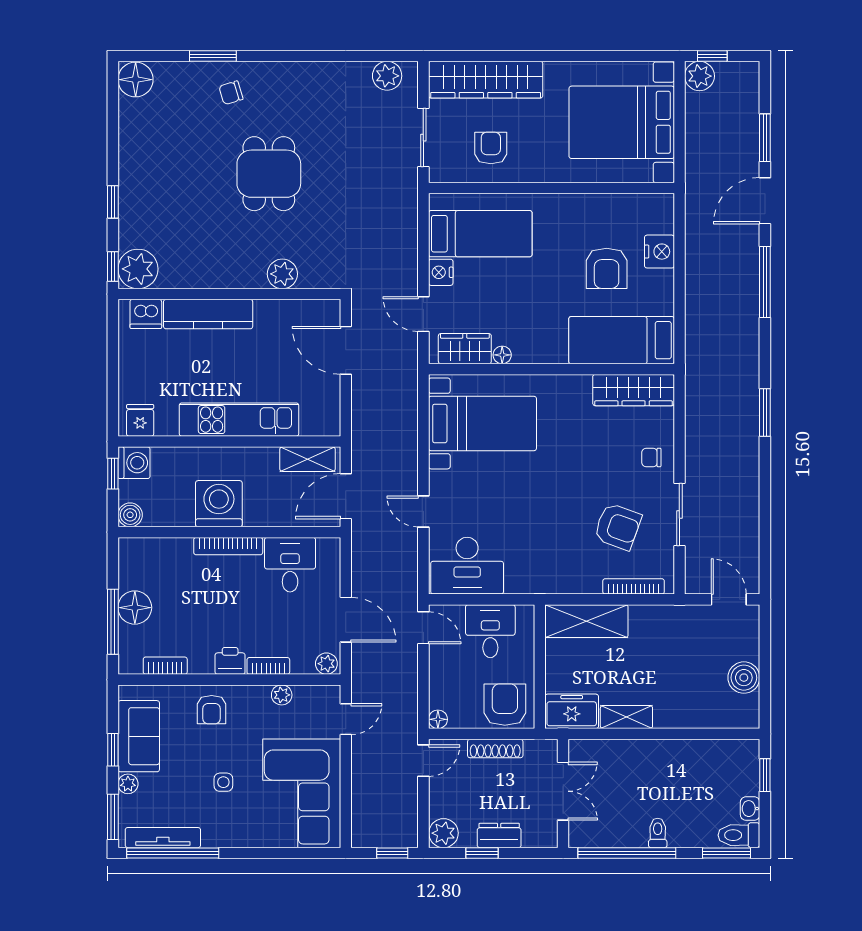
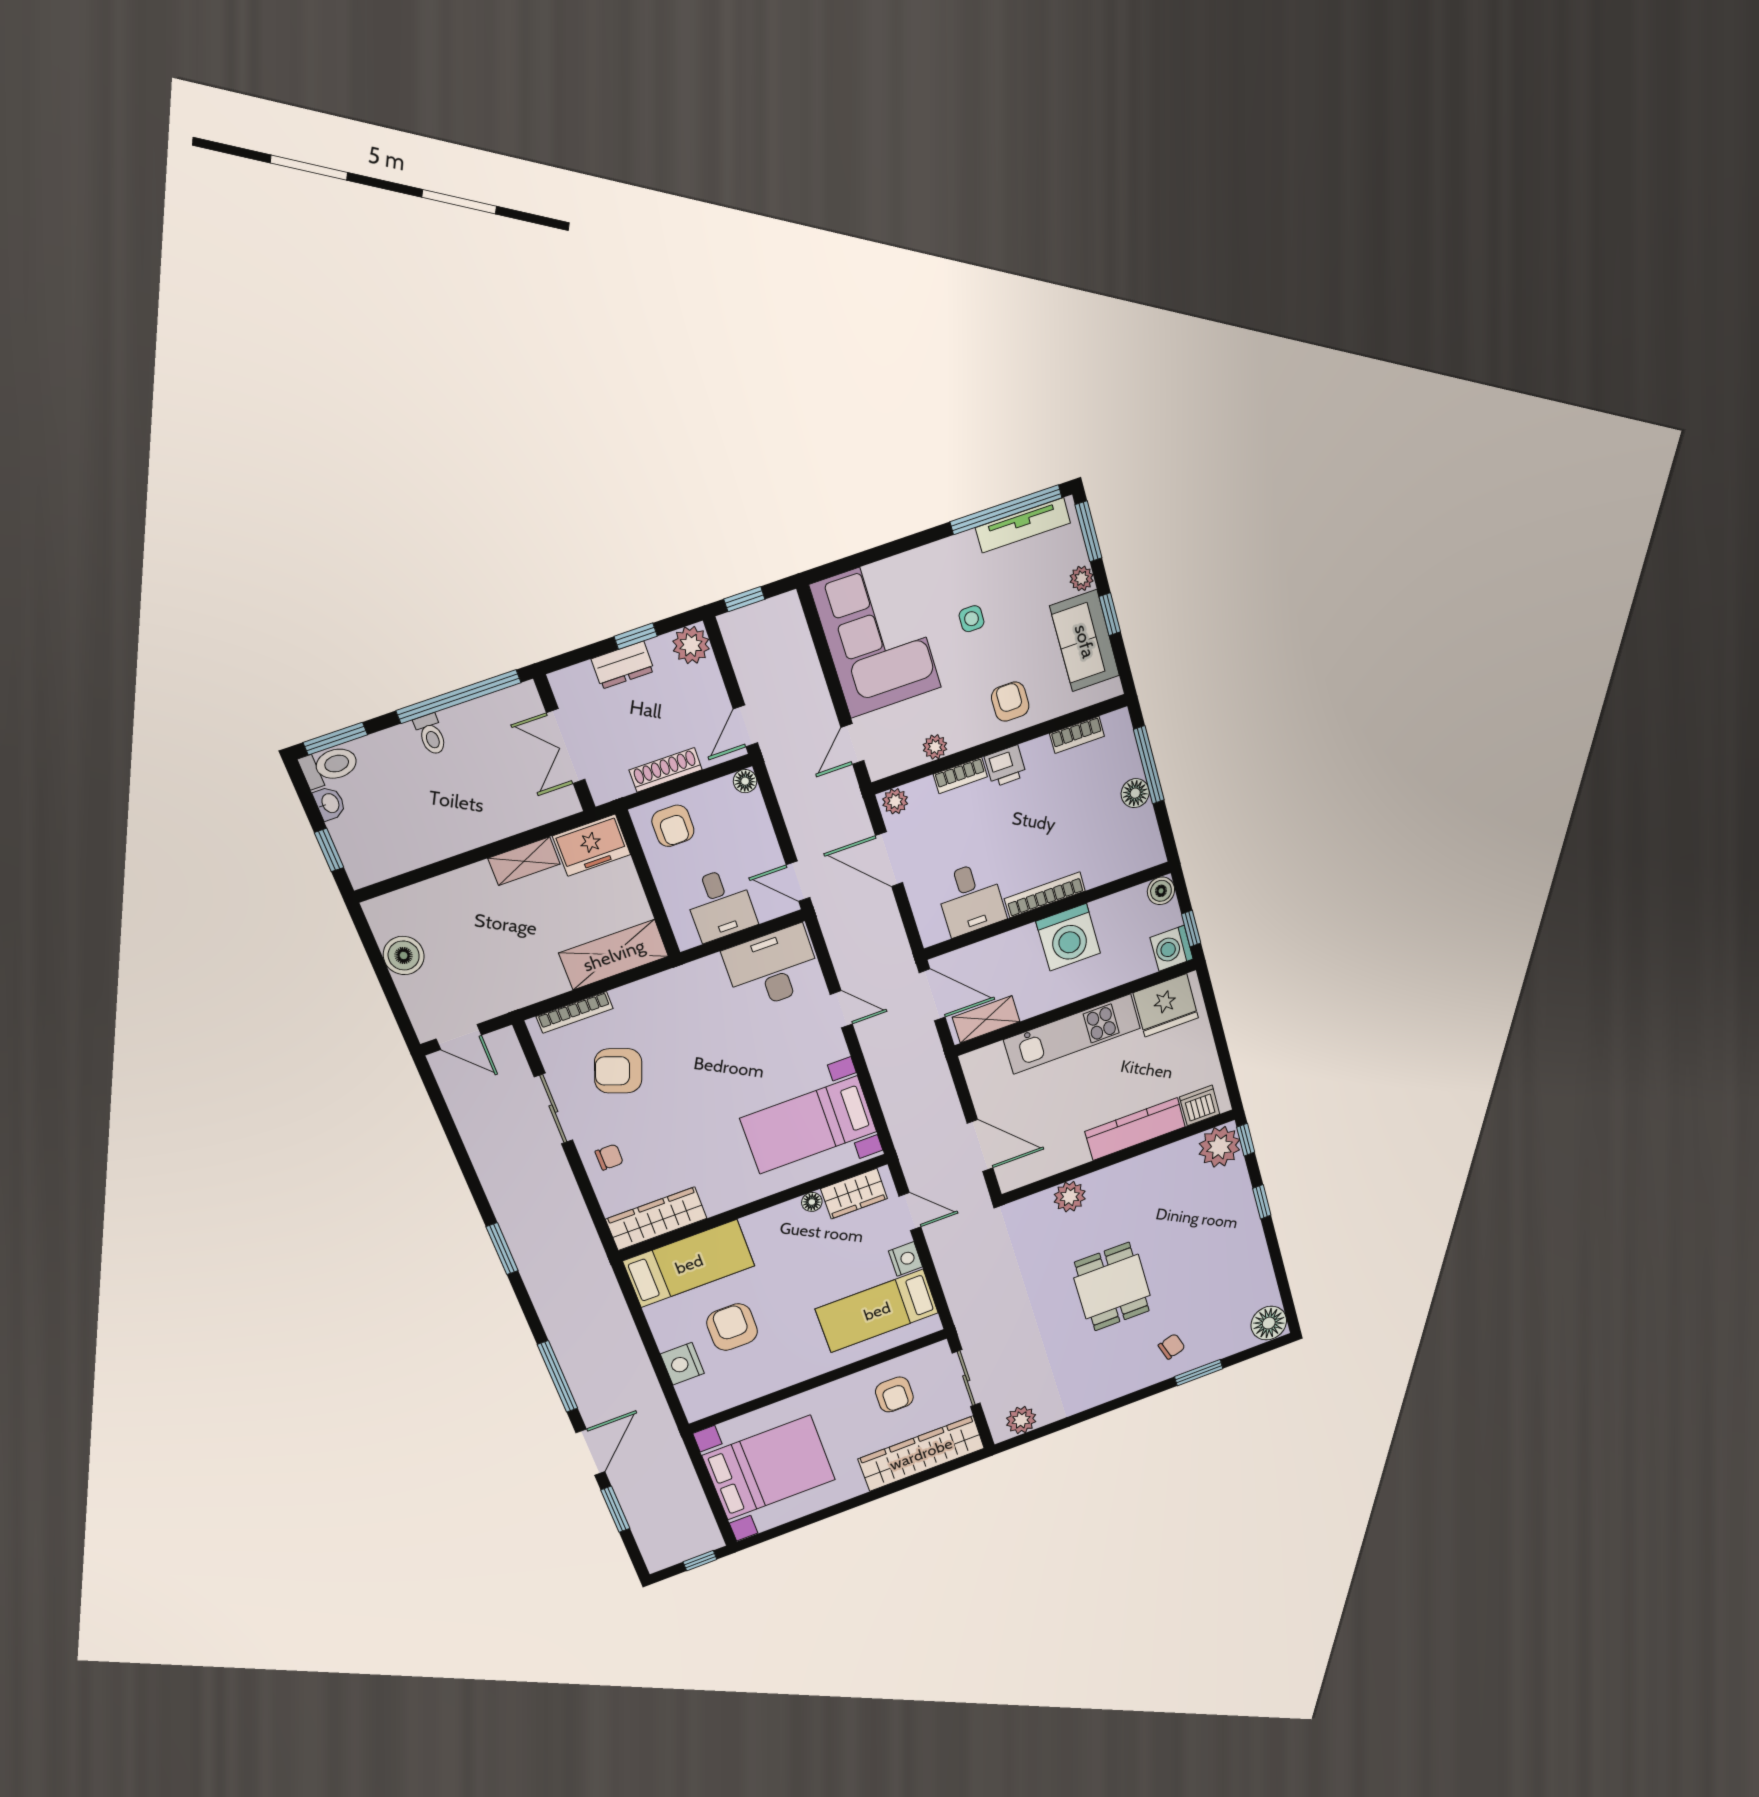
plant: (699, 76) -> (706, 1538), removed
fridge: (140, 420) -> (1166, 1005), width x1.88, depth x1.34
door: (346, 496) -> (932, 995), hinge flipped
floor lamp: (135, 608) -> (1135, 793), width x0.73, depth x0.73
armchair: (505, 705) -> (673, 826), width x0.72, depth x0.72

